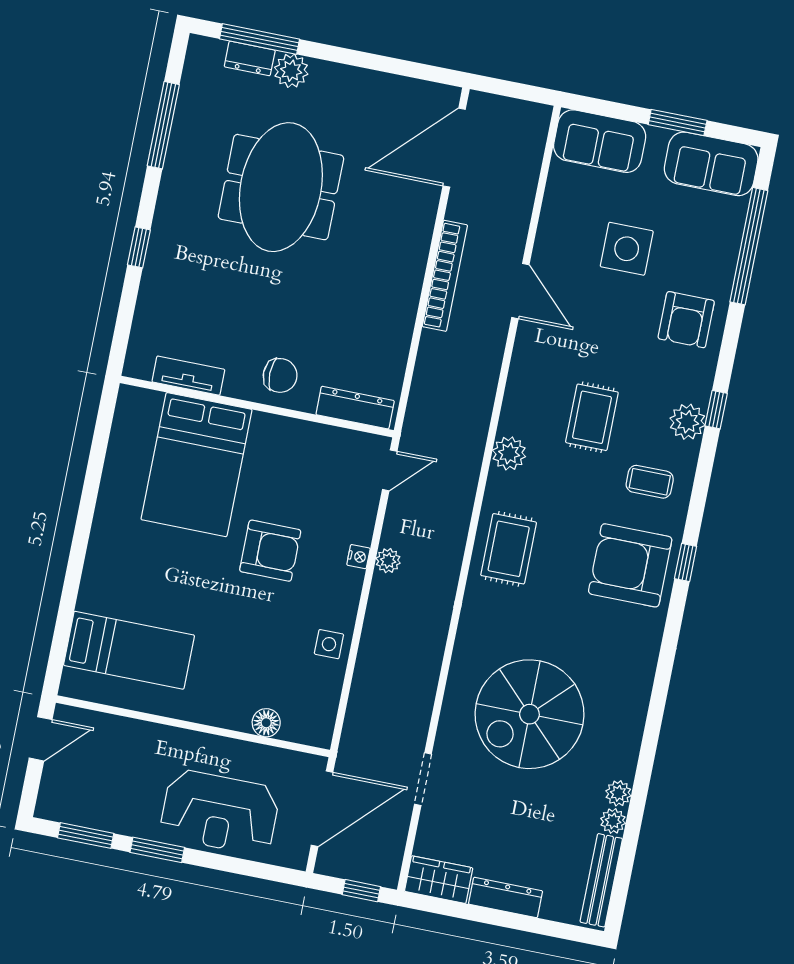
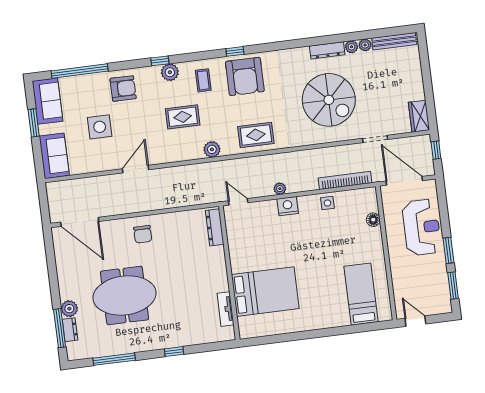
bookcase: (445, 276) -> (345, 180), moved
chair: (280, 375) -> (143, 234), moved, turned 180
armchair: (270, 551) -> (293, 244), removed
nightstand: (358, 557) -> (288, 206), width x1.89, depth x1.79
dresser: (506, 897) -> (327, 50), moved, turned -90

